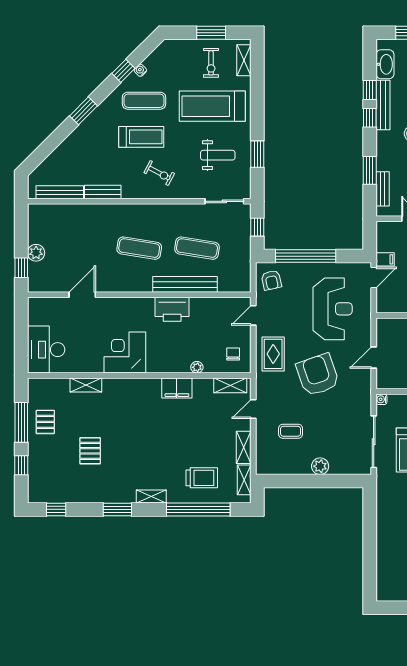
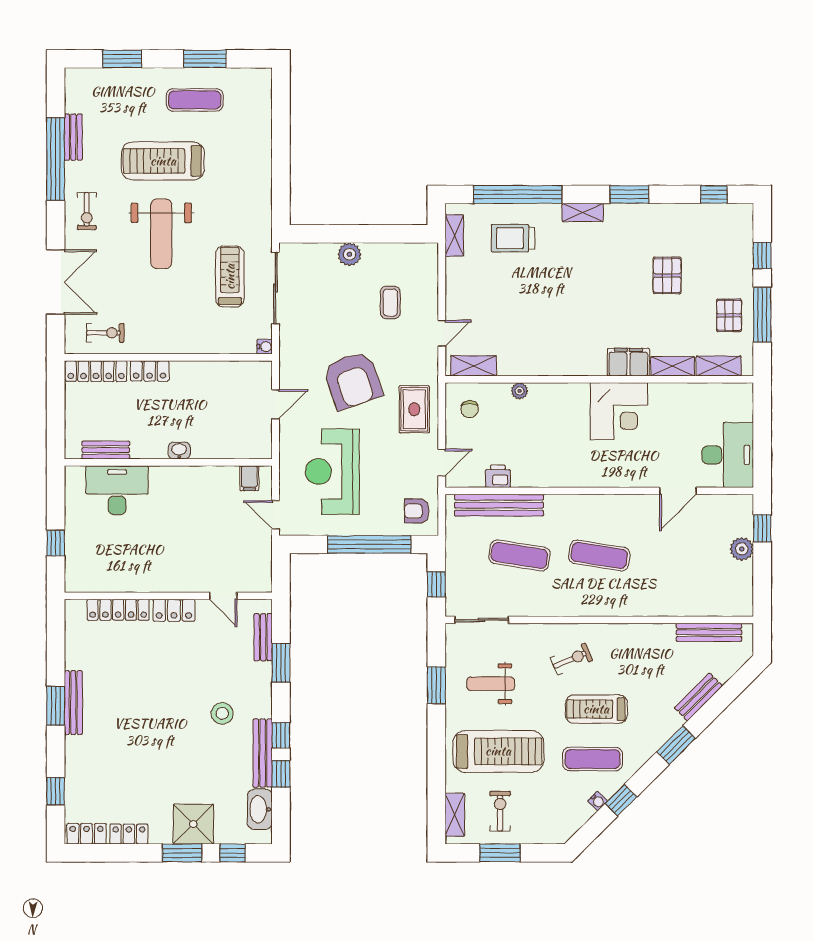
exercise bike: (159, 173) -> (572, 659), turned 129
bench: (103, 192) -> (698, 697), moved, turned -45
filing cabinet: (385, 259) -> (249, 478), moved, turned -90
door: (374, 278) -> (275, 515), hinge flipped
armchair: (271, 280) -> (417, 511), turned -78
bench: (185, 284) -> (499, 505), moved
printer: (172, 309) -> (498, 476), moved, width x0.53, depth x0.68
desk: (46, 350) -> (728, 455), moved
filing cabinet: (177, 388) -> (628, 362), moved
coffee table: (291, 431) -> (390, 302), turned 90
shelving: (244, 447) -> (719, 366), moved, turned 90

